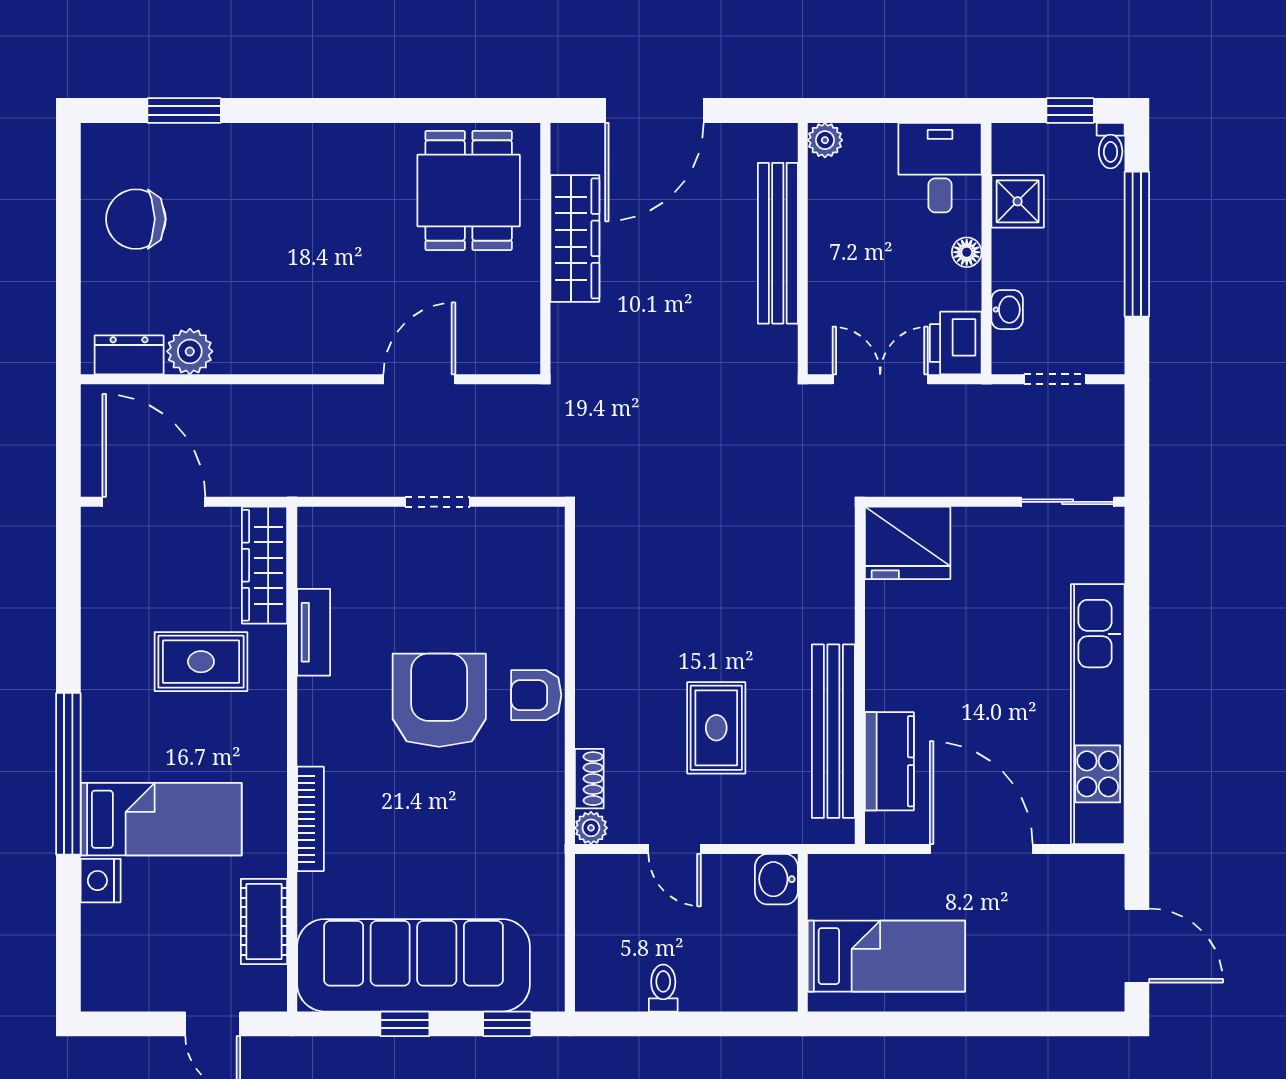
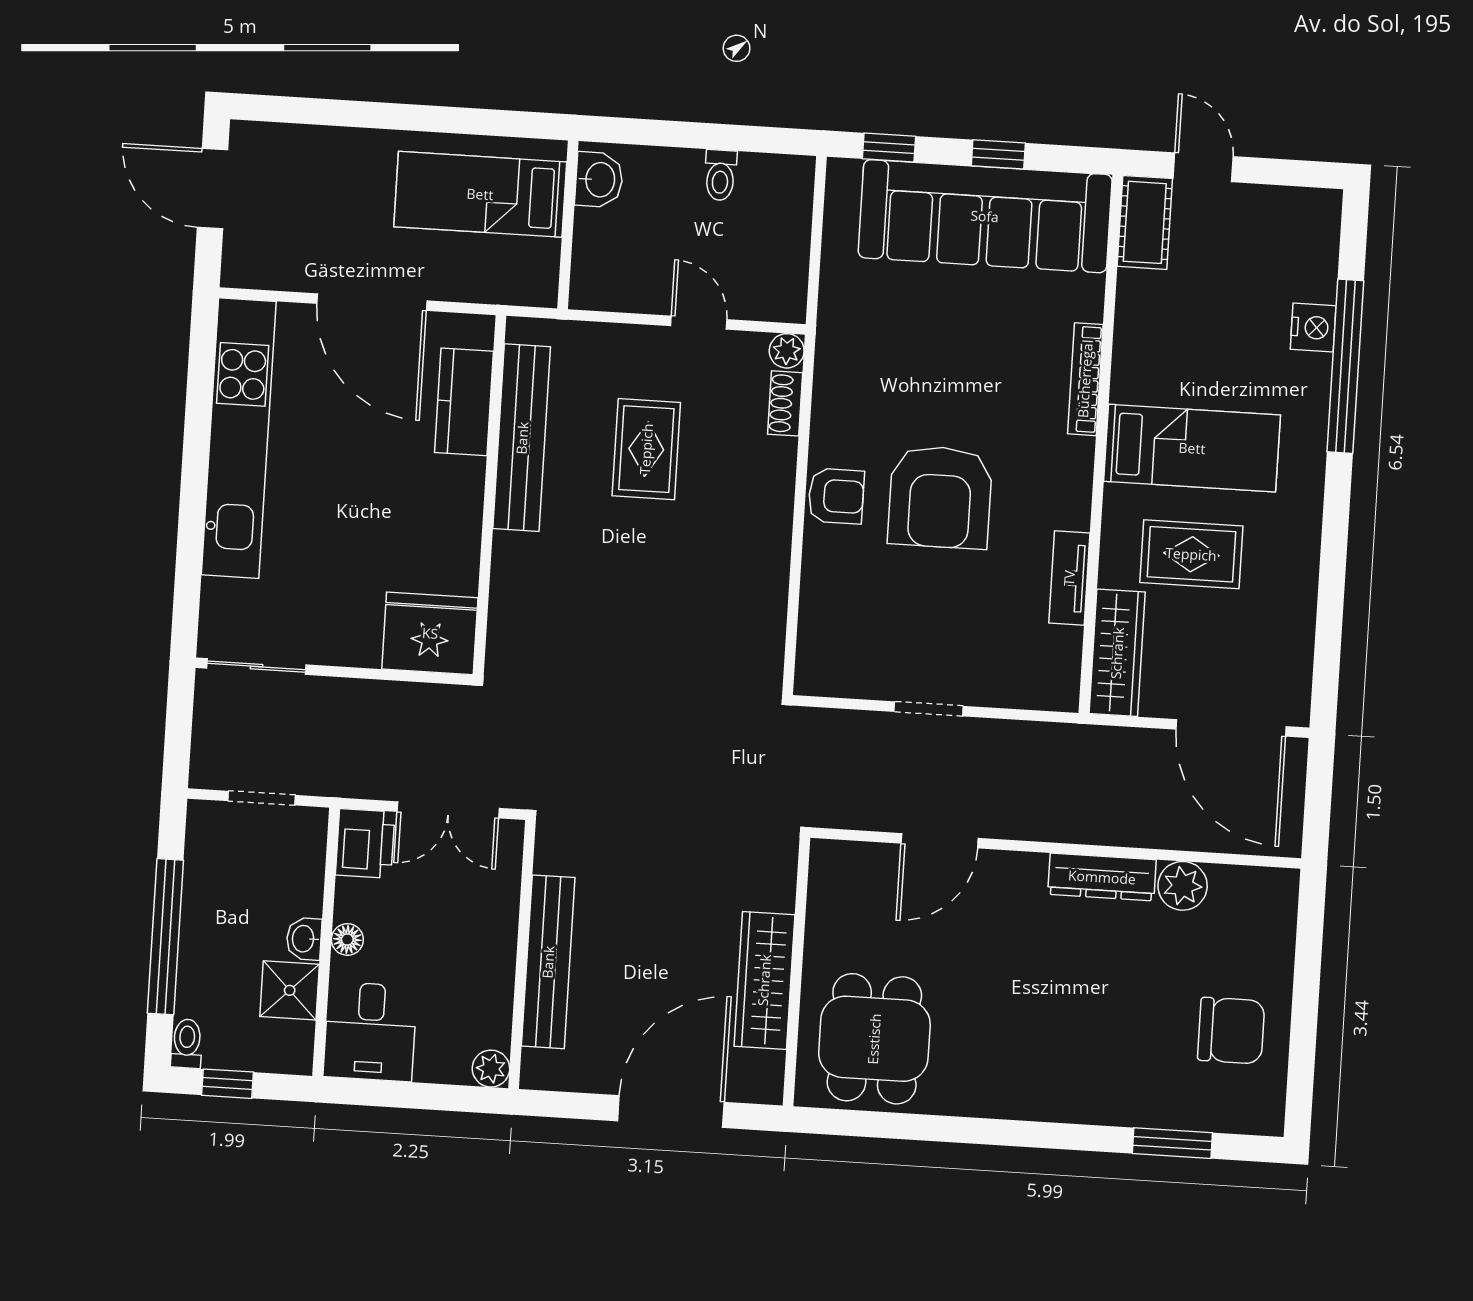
washbasin: (1007, 310) -> (304, 939), moved
dresser: (129, 355) -> (1102, 877), moved, width x1.44
window: (68, 774) -> (1345, 366), moved
bed: (161, 819) -> (1192, 448), moved, turned 180
washbasin: (776, 879) -> (599, 180), moved
cot: (264, 922) -> (1145, 222), moved

